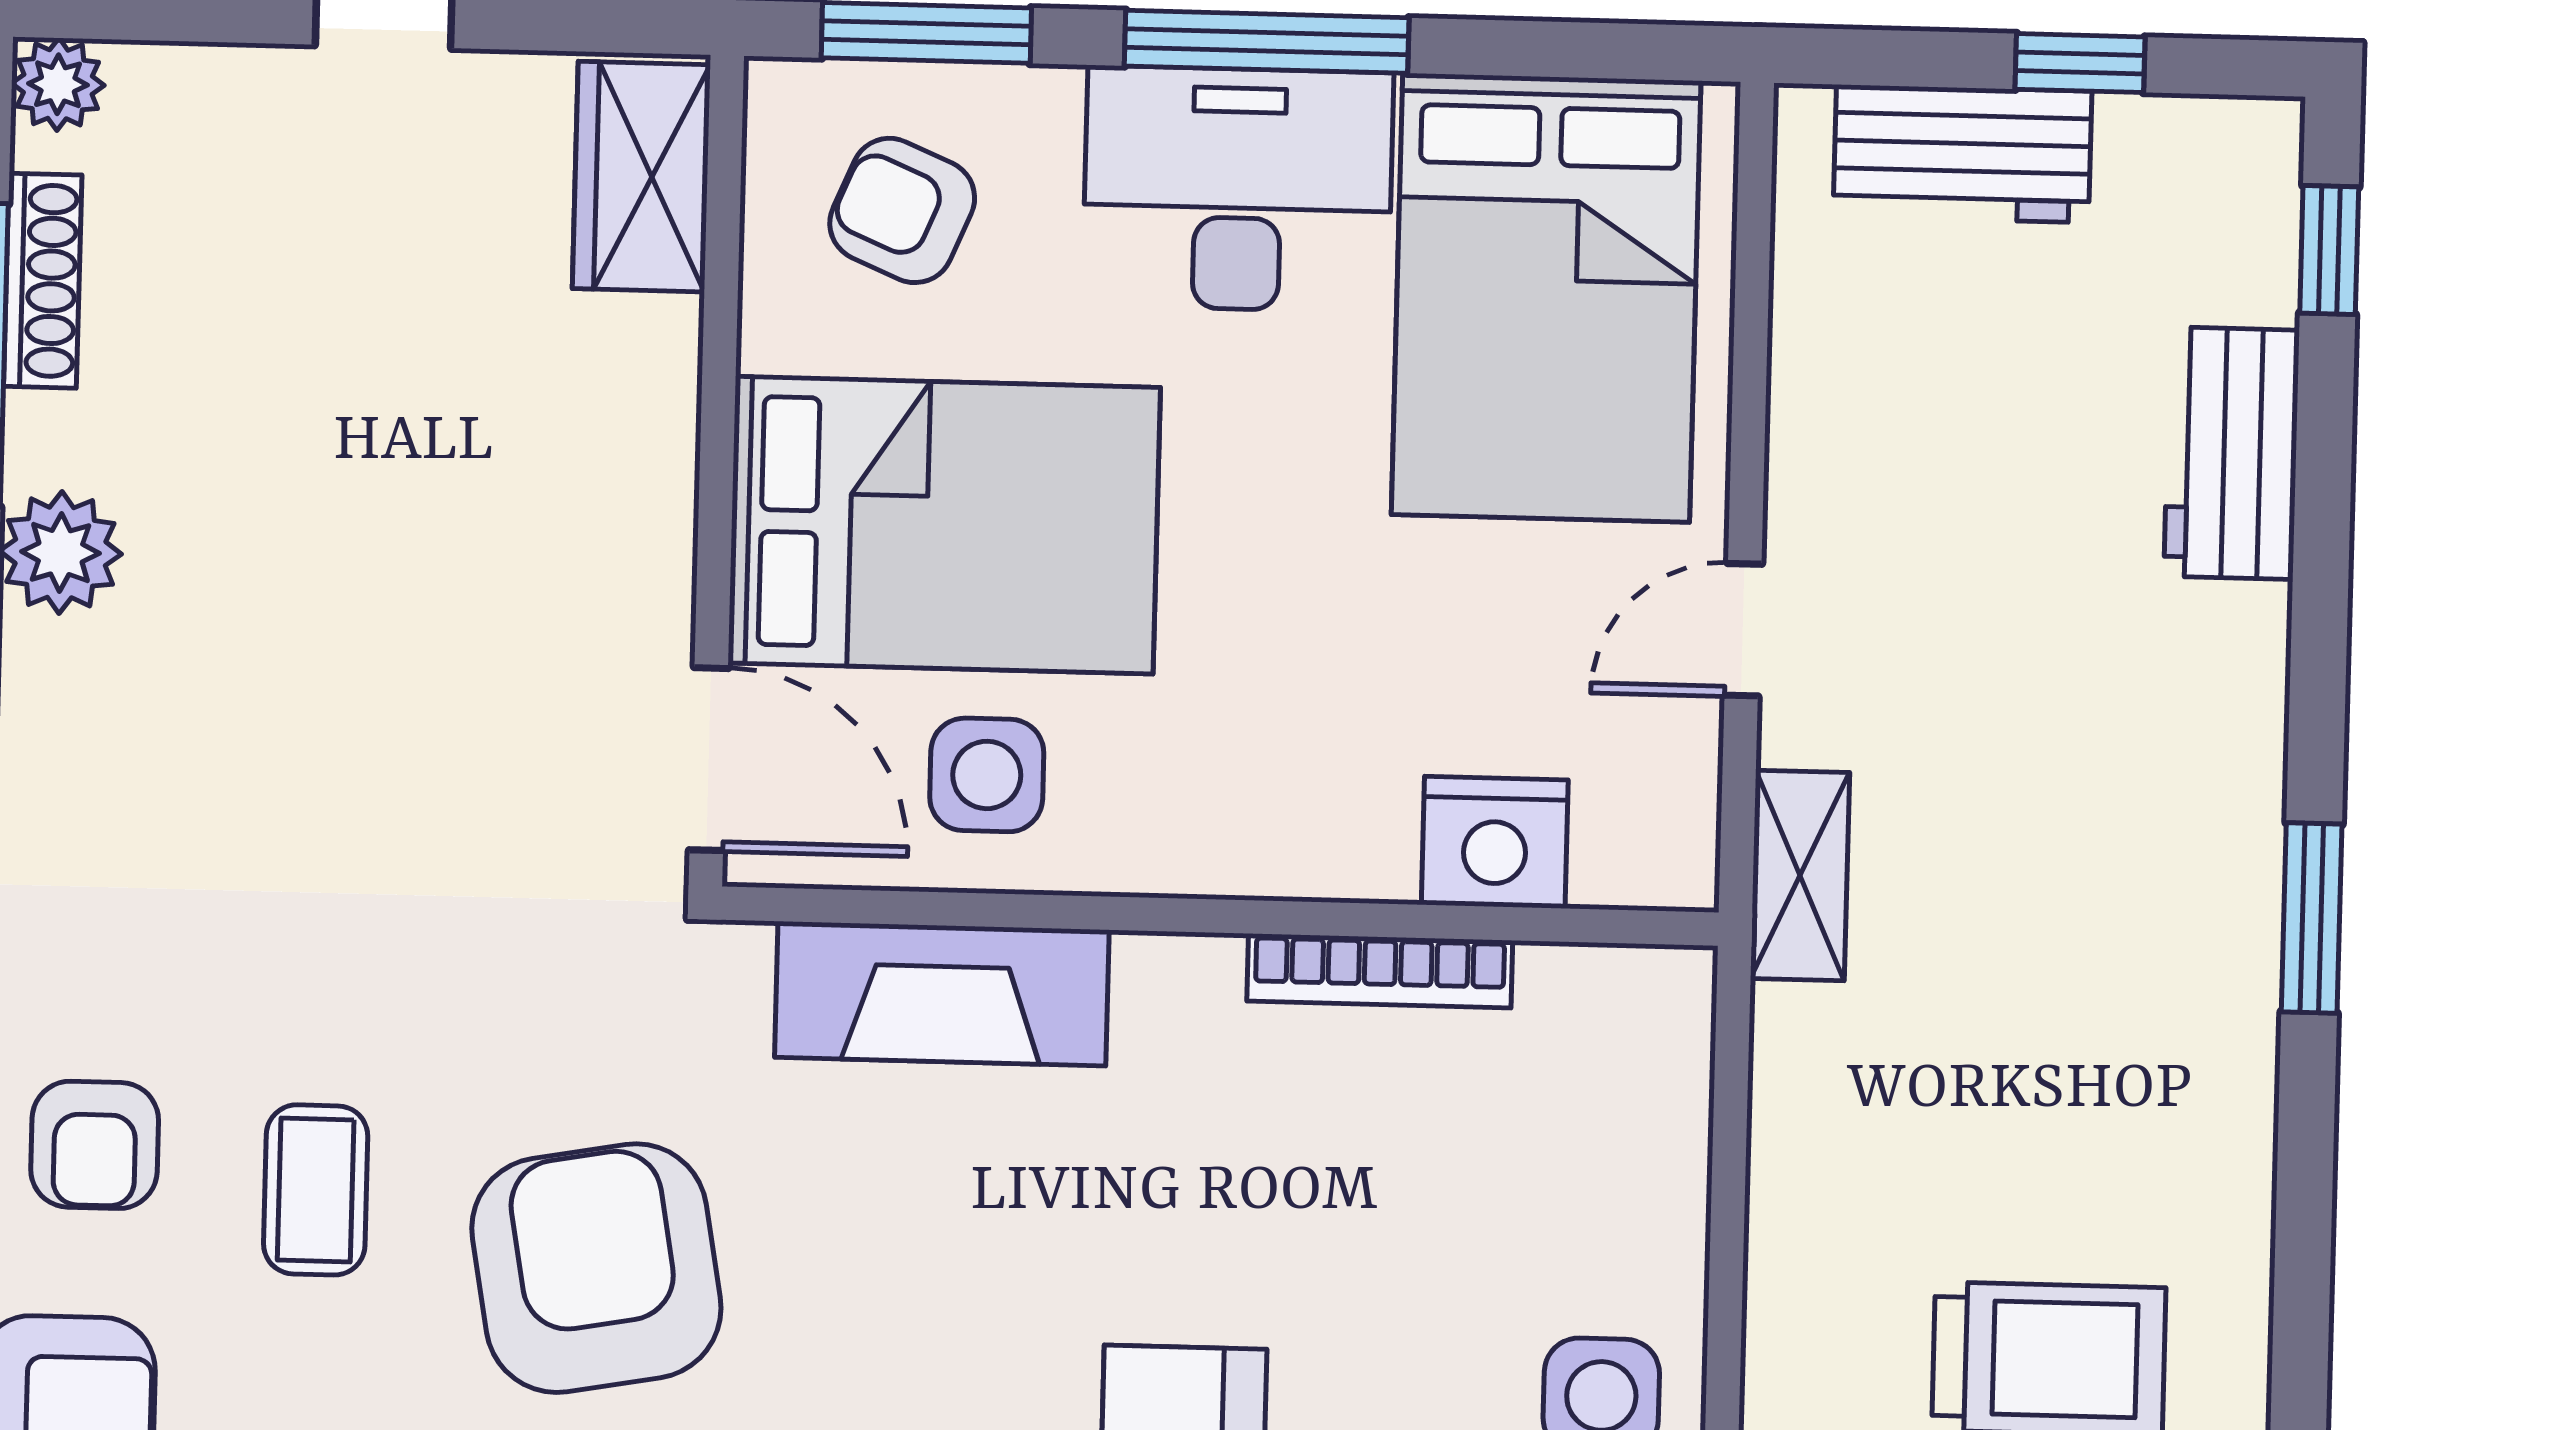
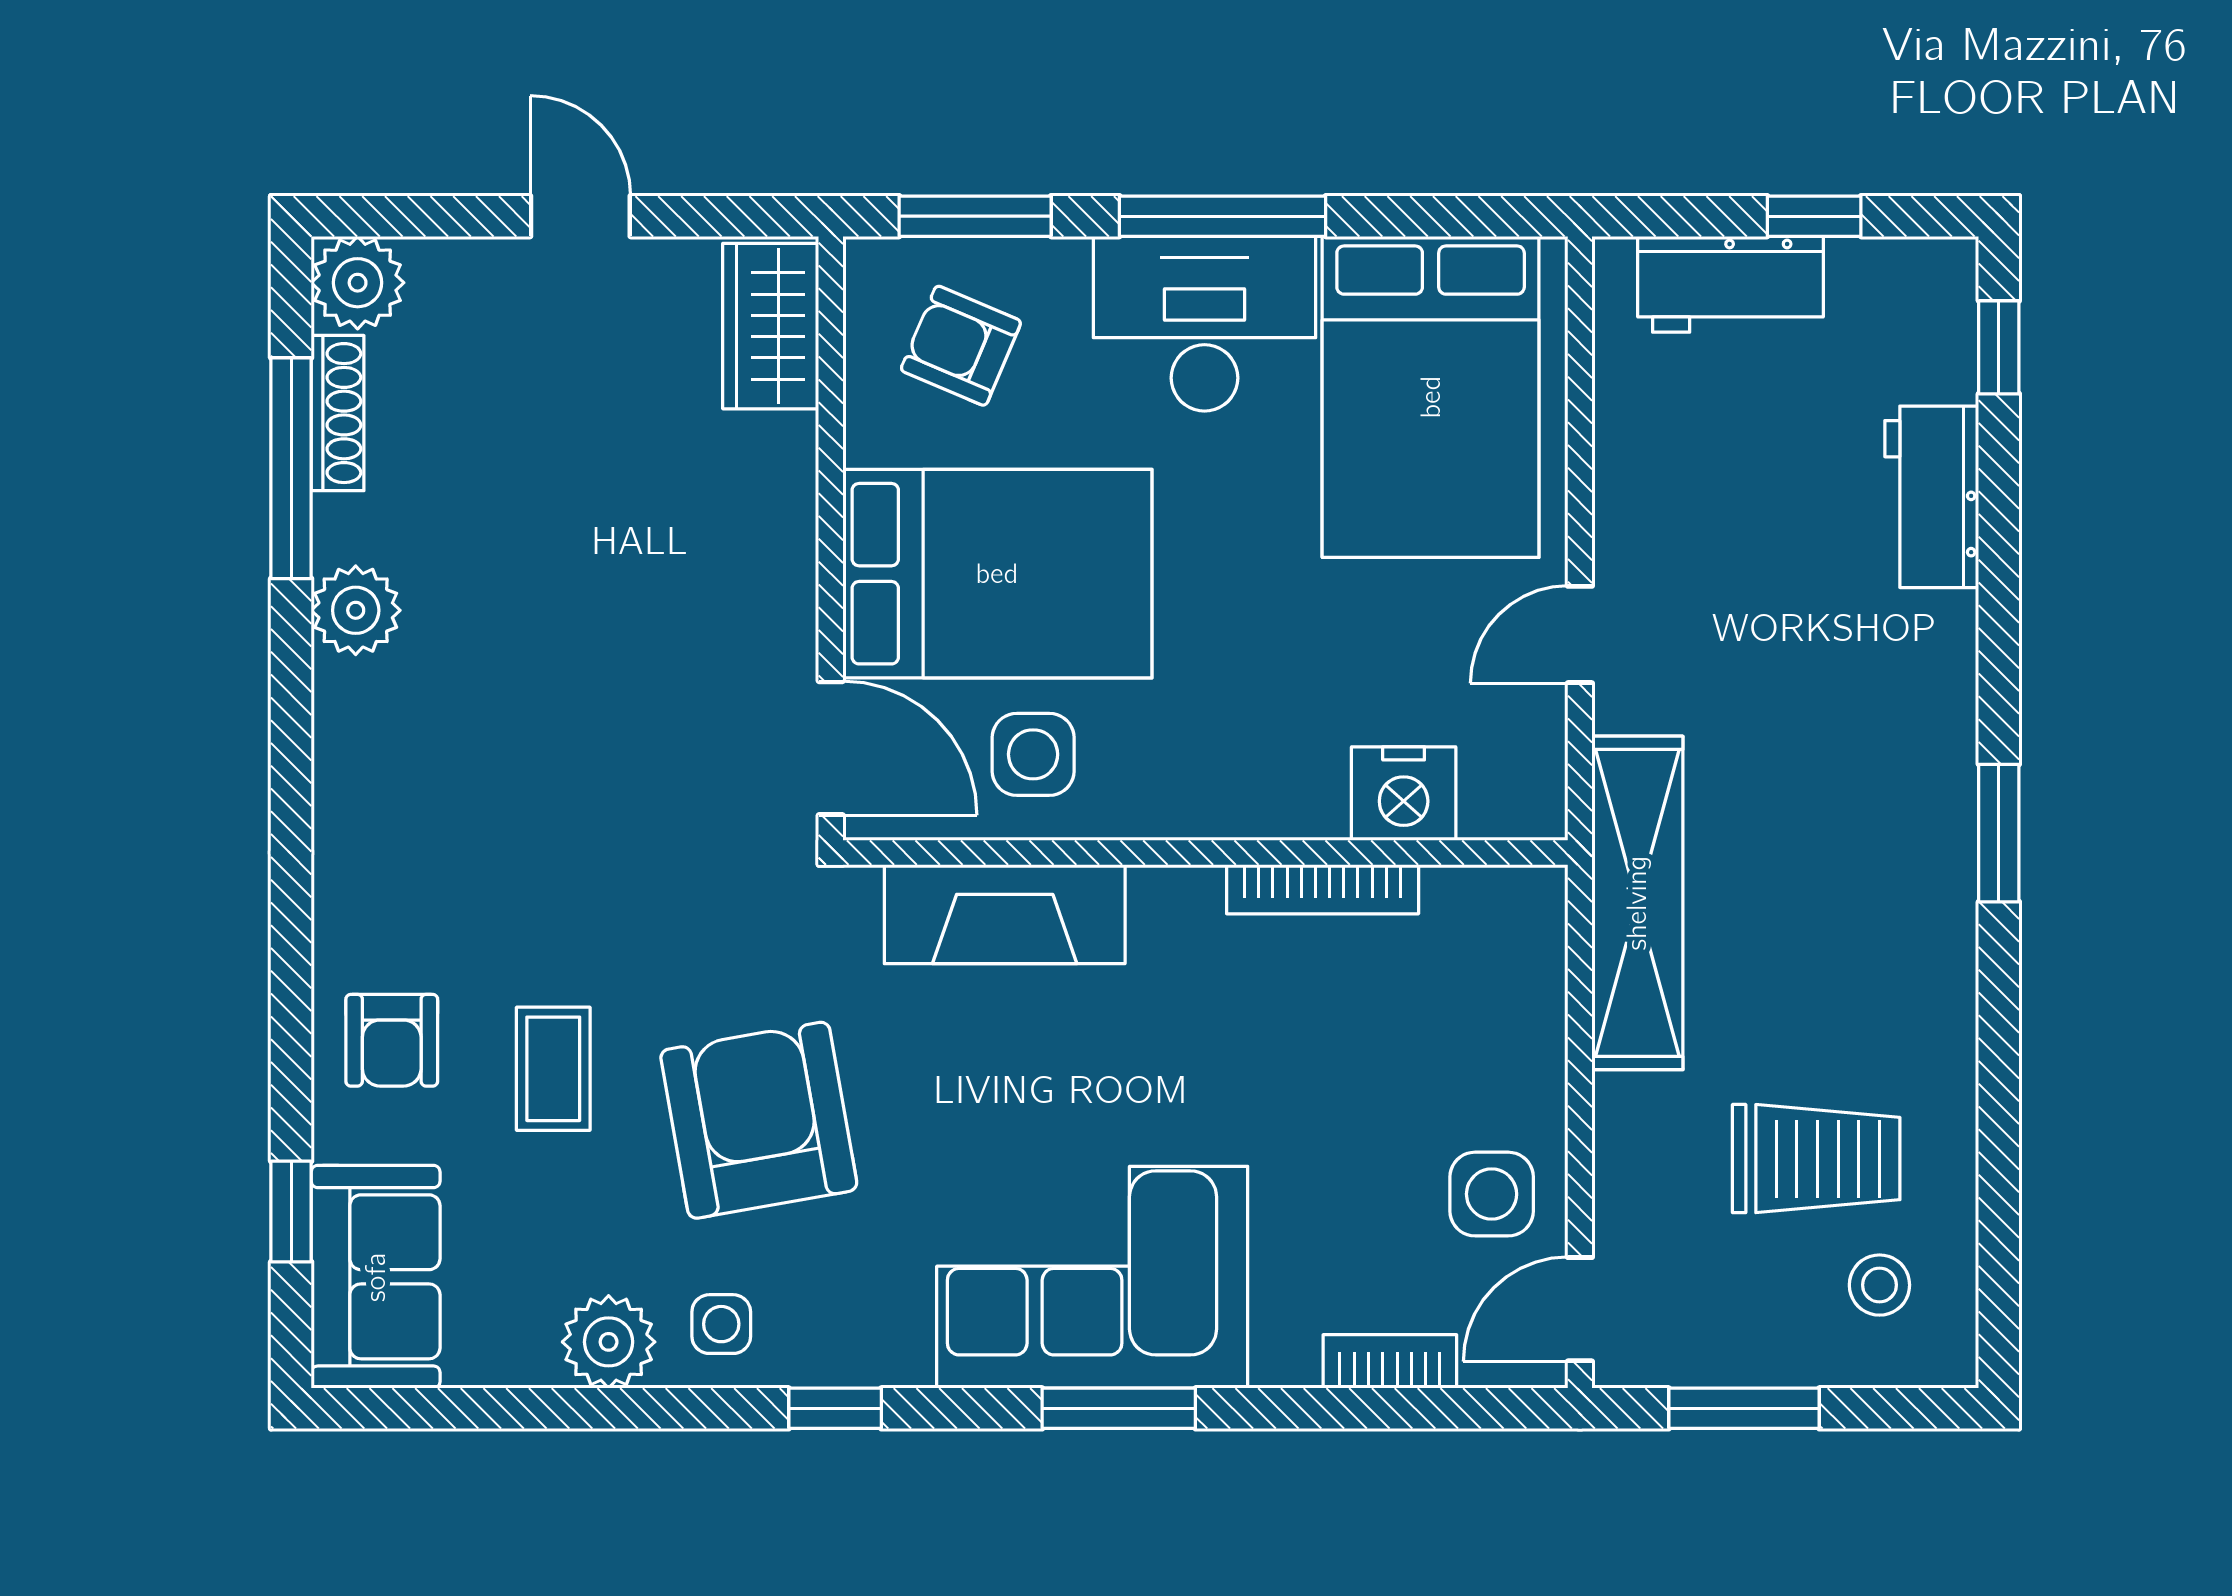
plant: (58, 84) -> (358, 283), width x1.38, depth x1.38
shelving: (1800, 876) -> (1637, 903), width x2.20, depth x1.33

